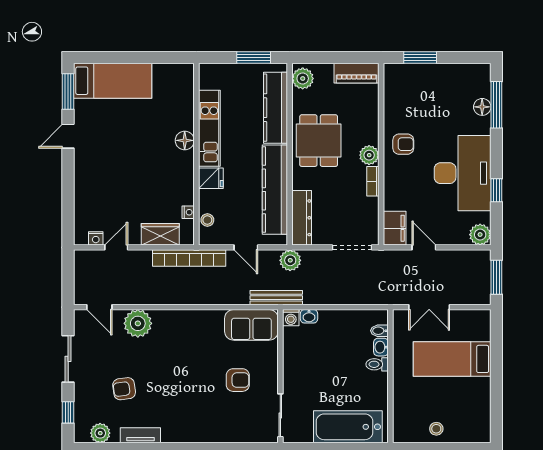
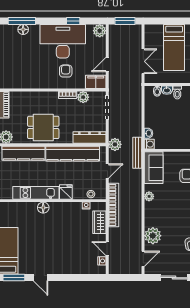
armchair: (403, 144) -> (66, 71), moved
plant: (369, 155) -> (83, 97), moved
plant: (203, 317) -> (149, 196), added

